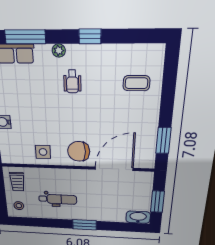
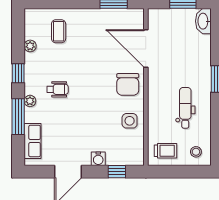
window: (25, 37) -> (18, 117), moved
plant: (121, 51) -> (30, 46), added

